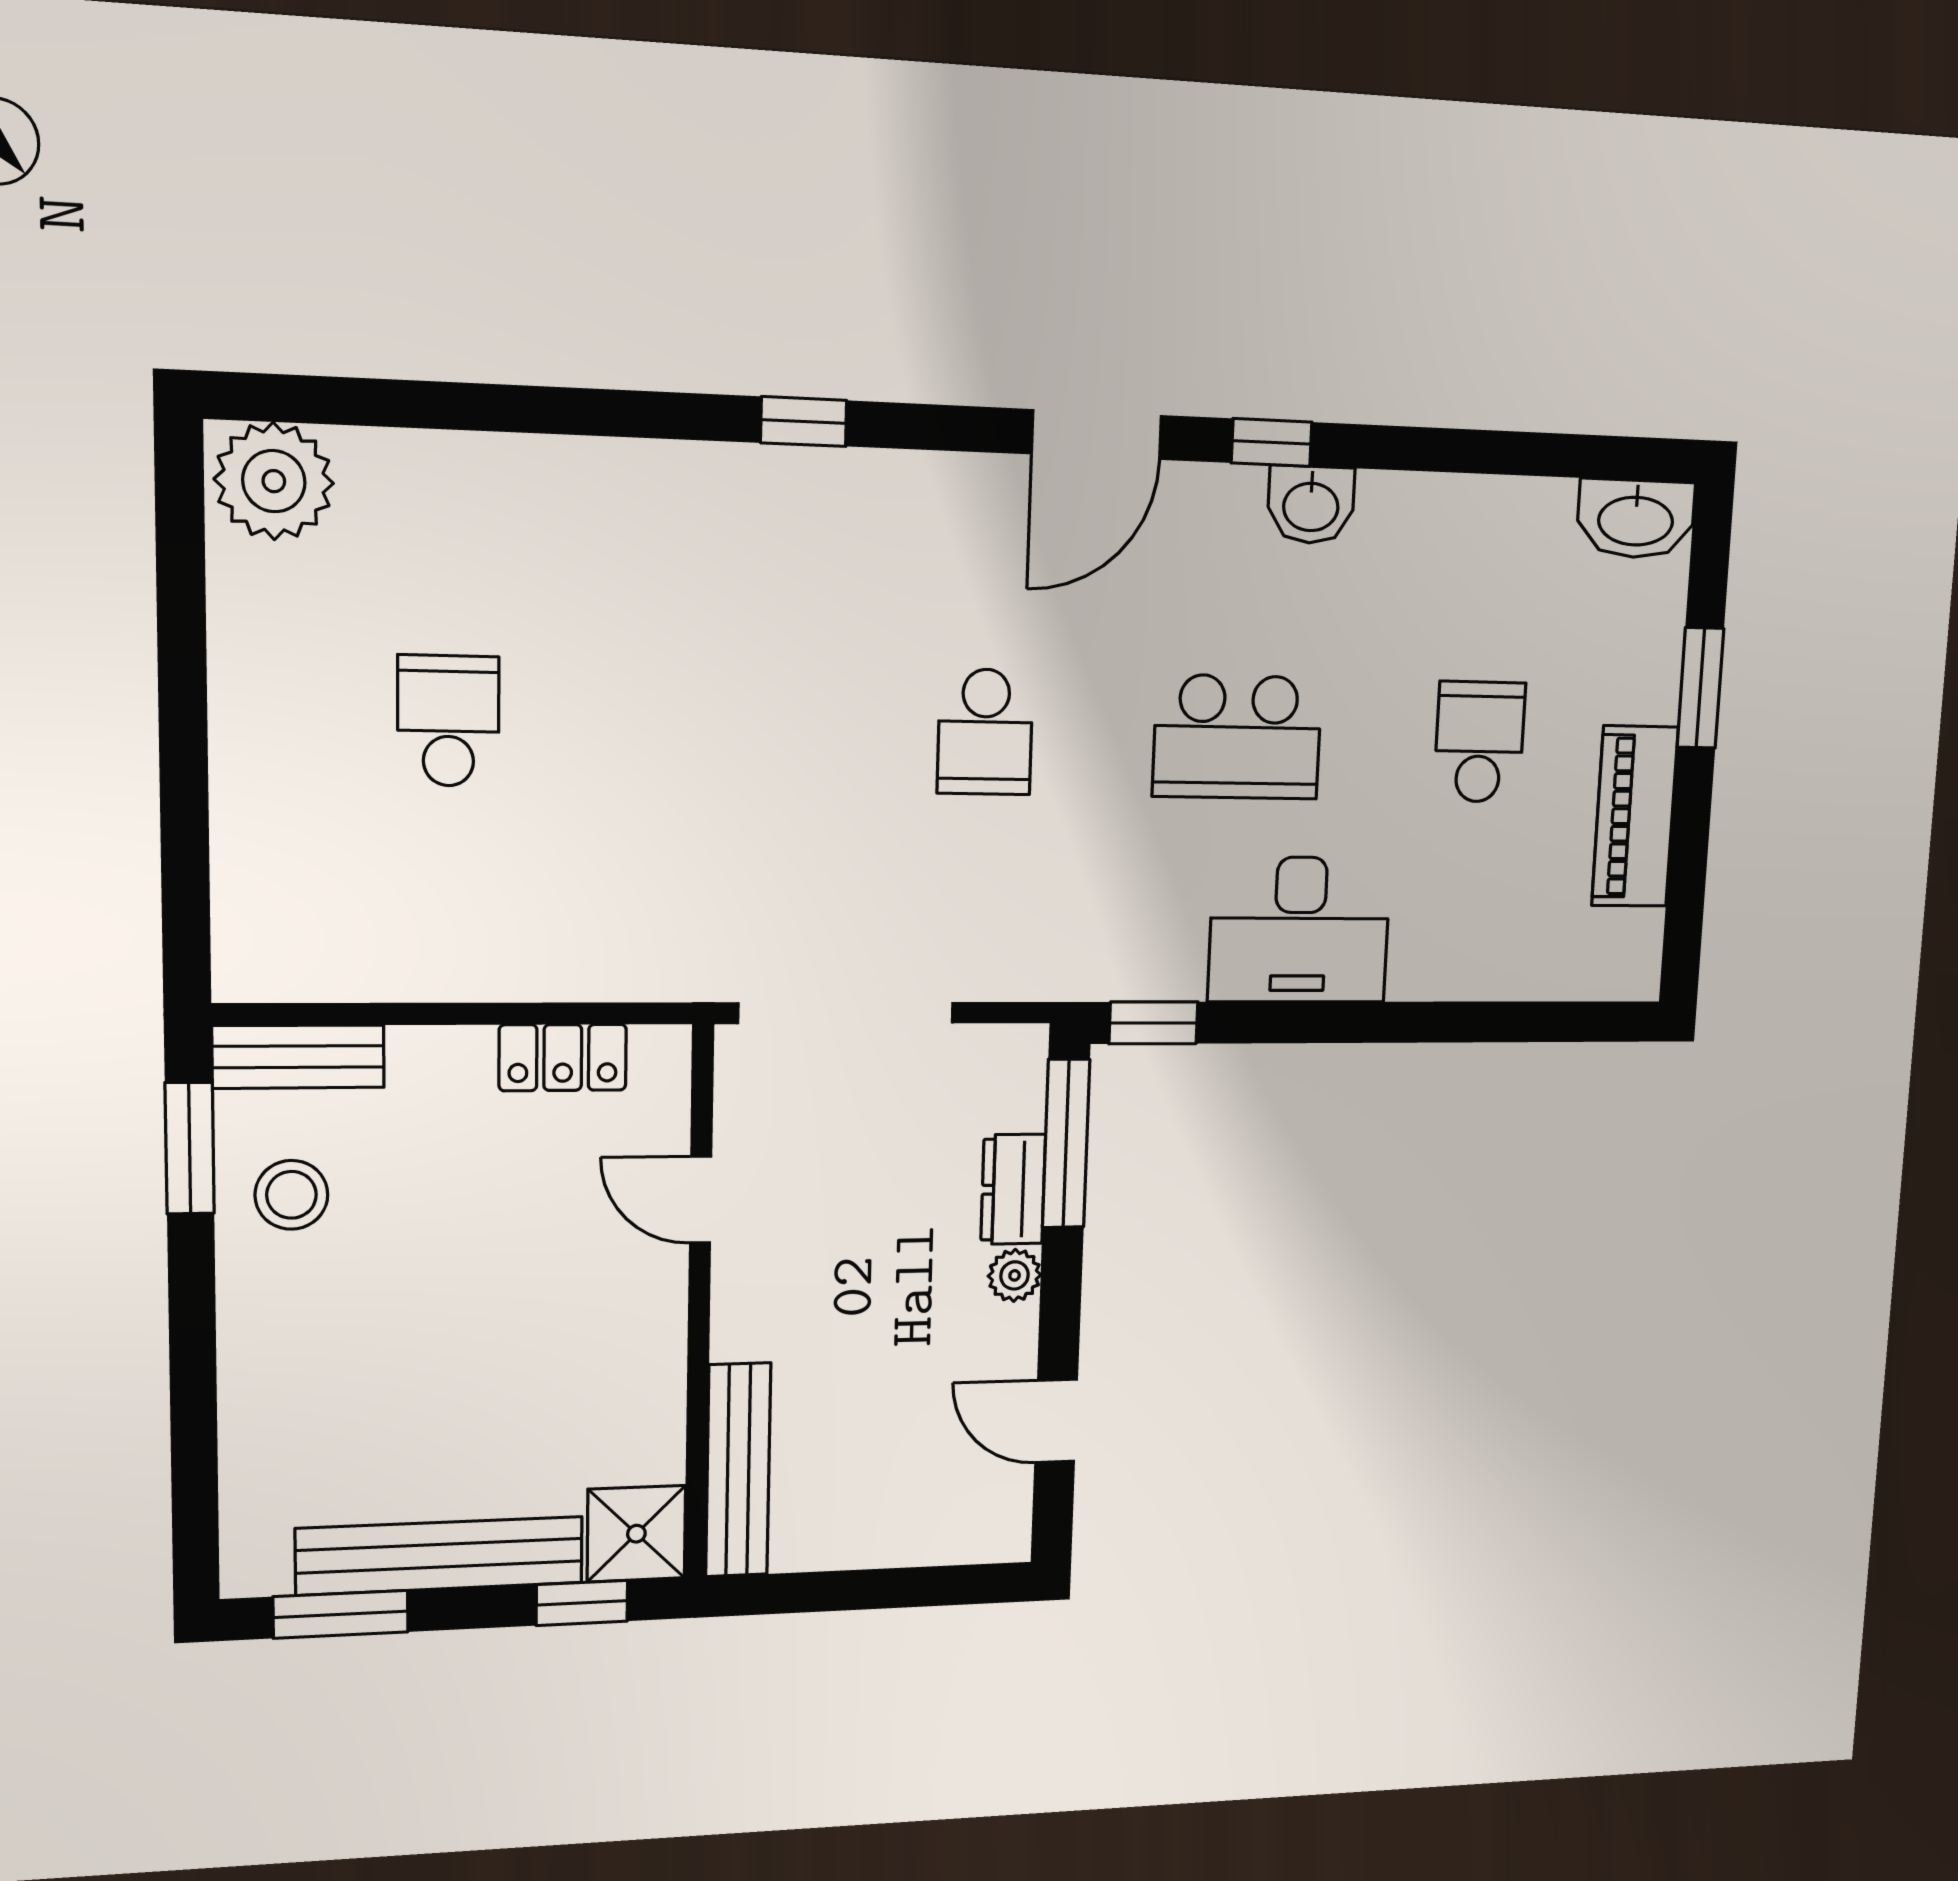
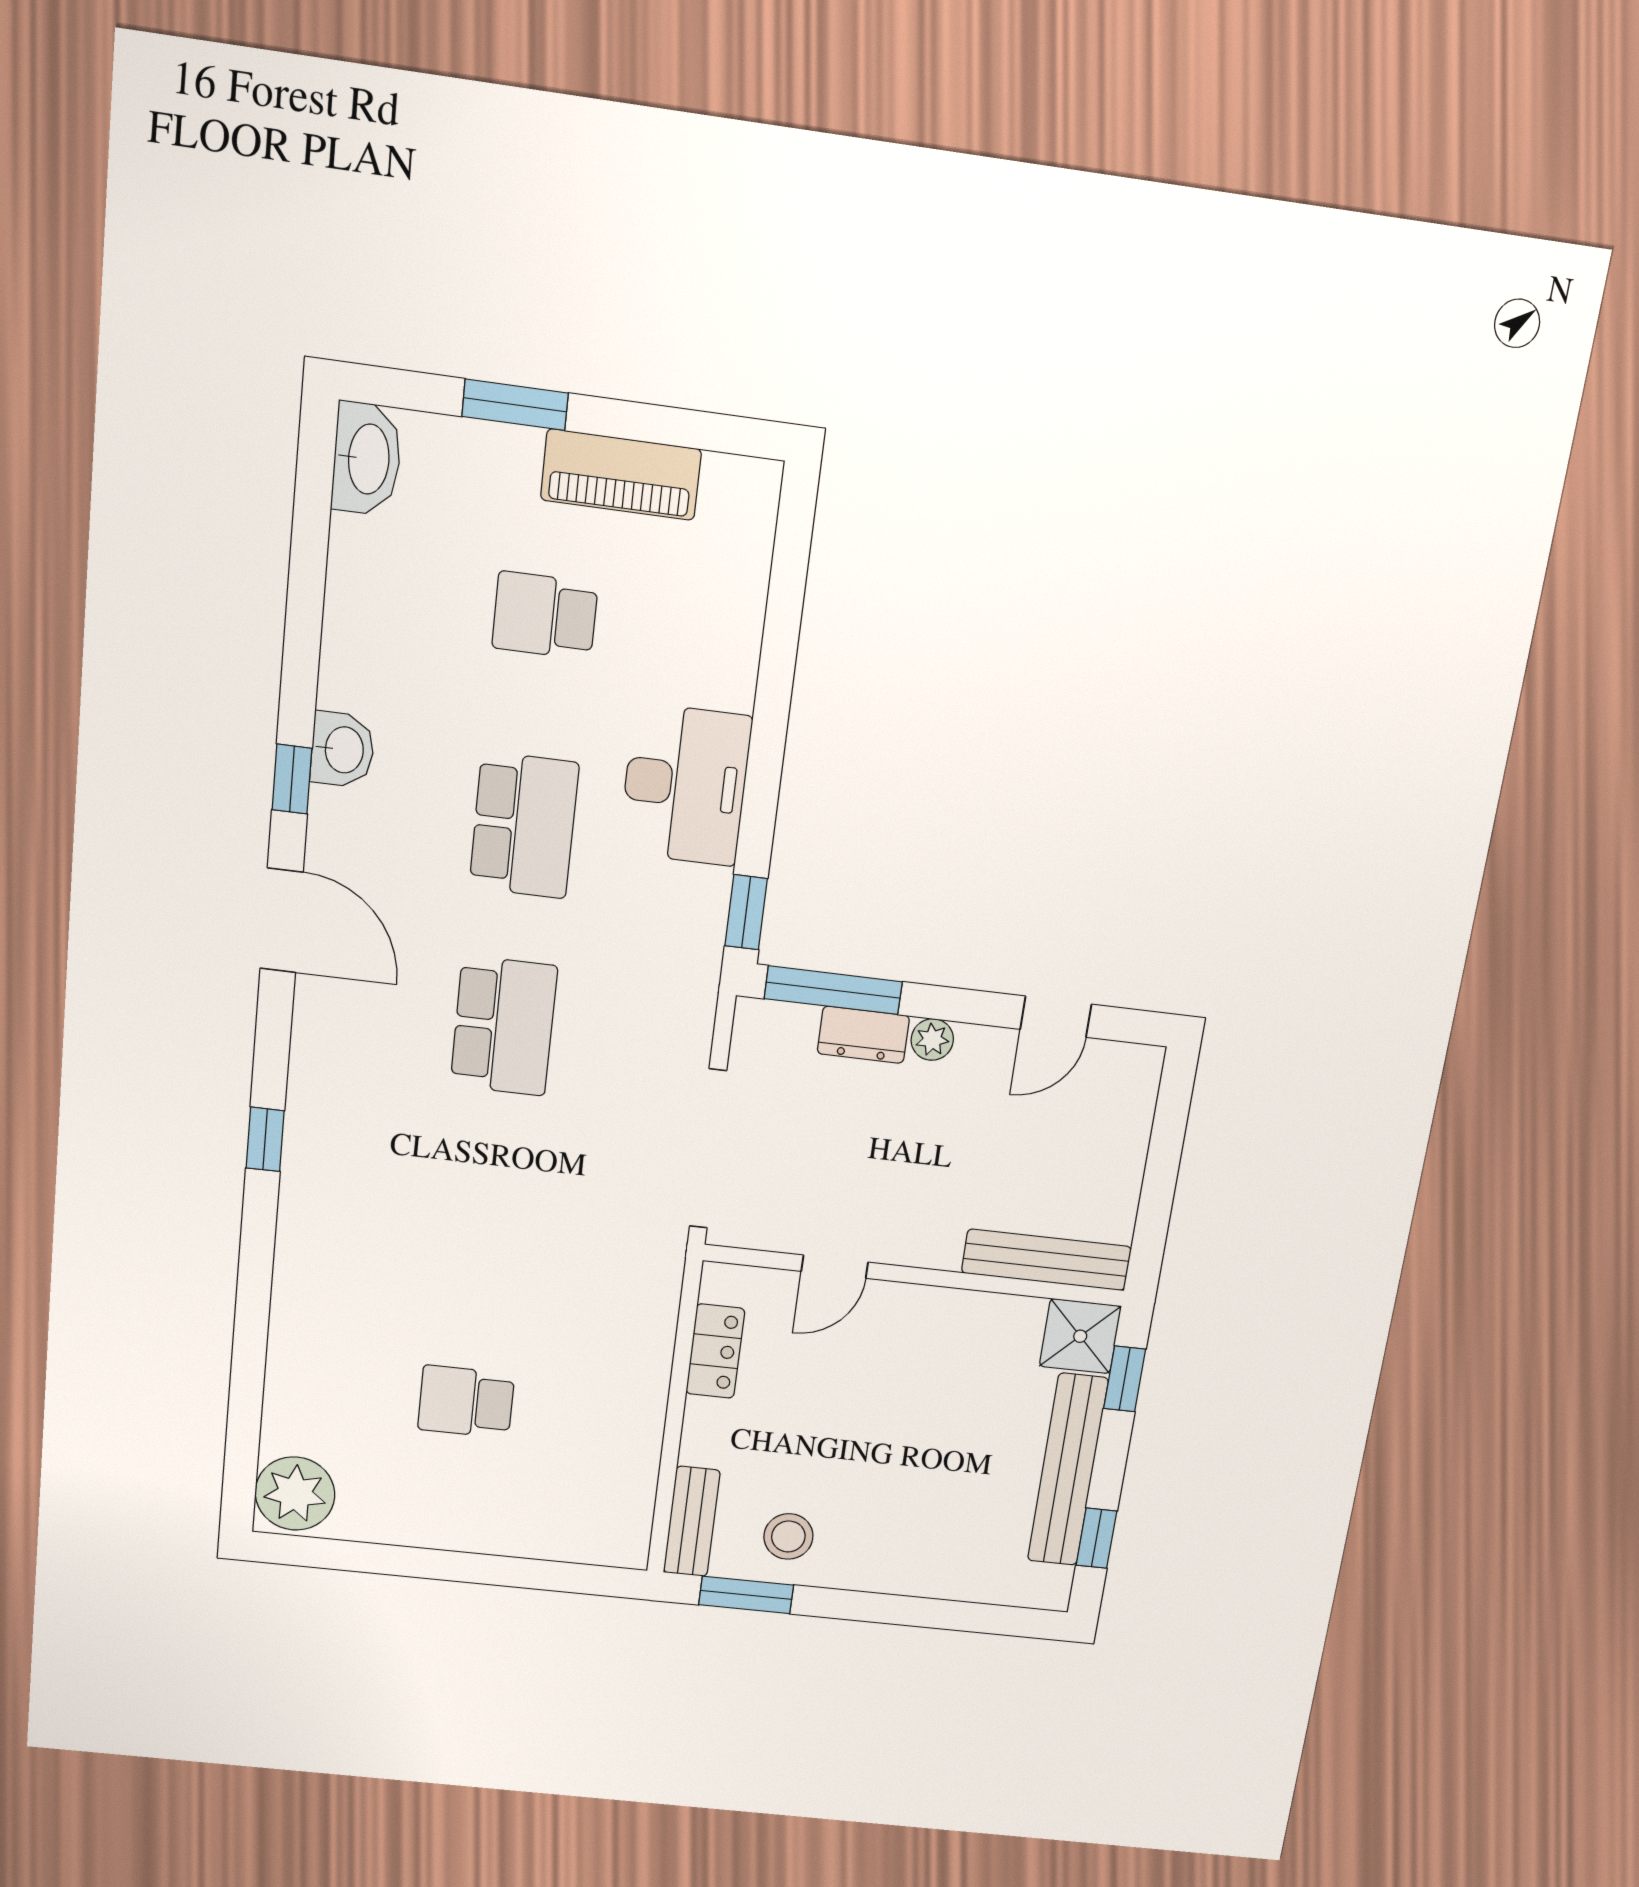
school desk: (985, 732) -> (504, 1026), width x1.85
window: (341, 1614) -> (1096, 1538), width x0.67

